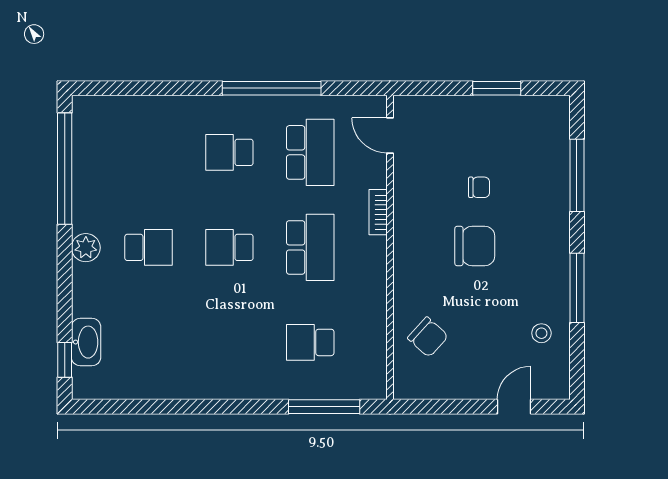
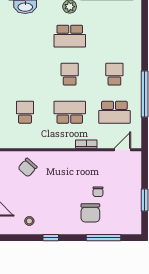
chair: (475, 246) -> (90, 213), moved
school desk: (148, 247) -> (70, 36), width x1.85
school desk: (310, 247) -> (70, 112), turned 180
window: (577, 288) -> (51, 238), width x0.46

